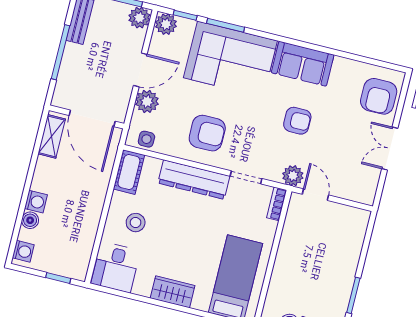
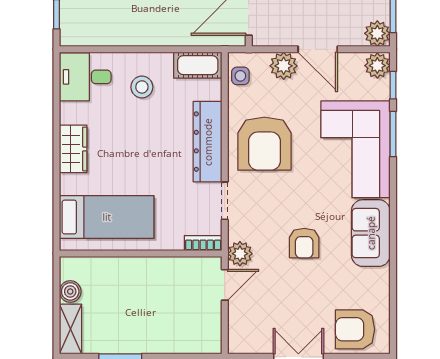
armchair: (207, 133) -> (264, 144), width x1.36, depth x1.36

